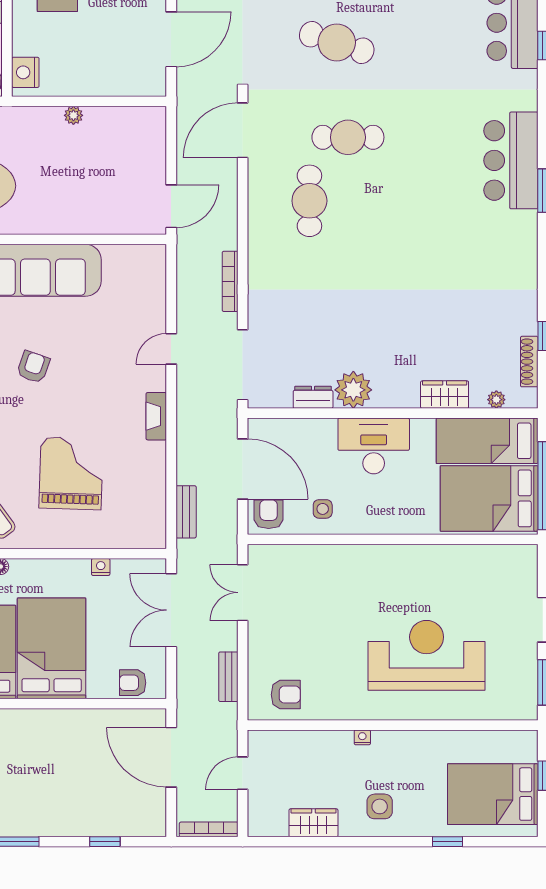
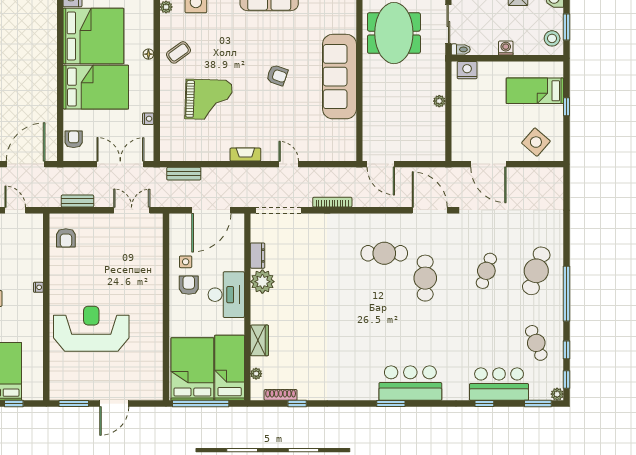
cafe table: (337, 42) -> (486, 271), width x0.73, depth x0.74
armchair: (269, 514) -> (189, 285), moved, turned -90
reception desk: (427, 655) -> (91, 329), turned -90

